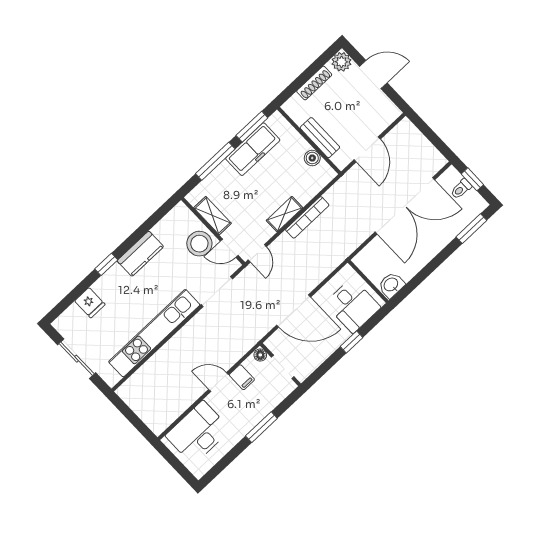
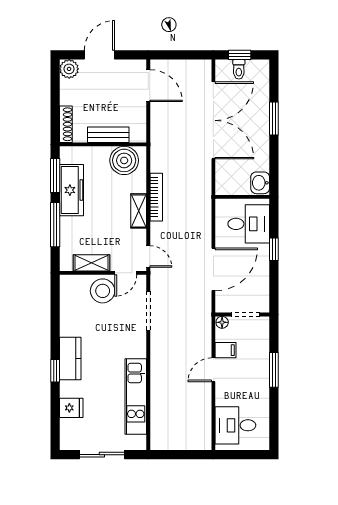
shoe rack: (314, 83) -> (66, 124), moved
door: (367, 149) -> (148, 86), moved
boiler: (312, 158) -> (124, 160), width x1.86, depth x1.86
window: (471, 229) -> (274, 119), moved
kitchen counter: (140, 254) -> (70, 359), moved
kitchen unit: (154, 333) -> (136, 396), width x0.73
desk: (198, 433) -> (235, 425), width x0.73

